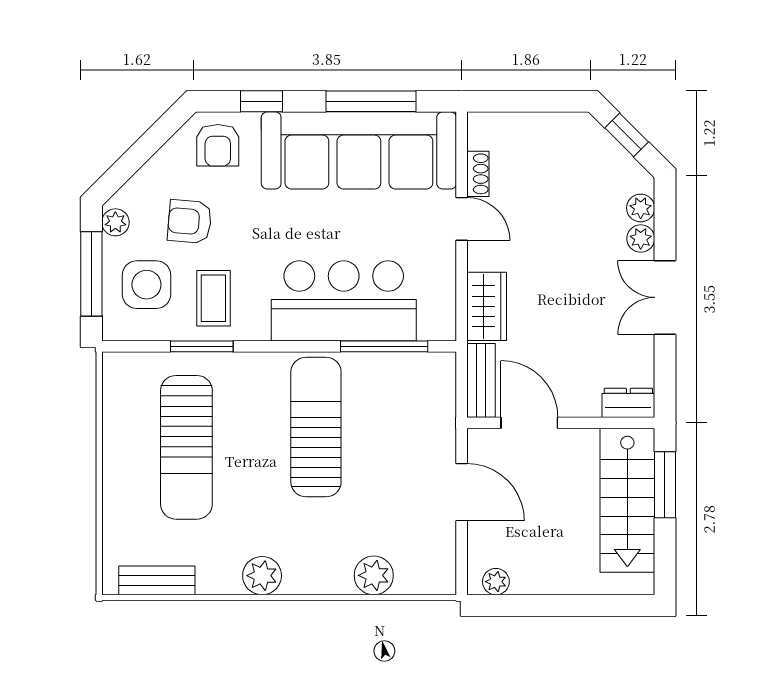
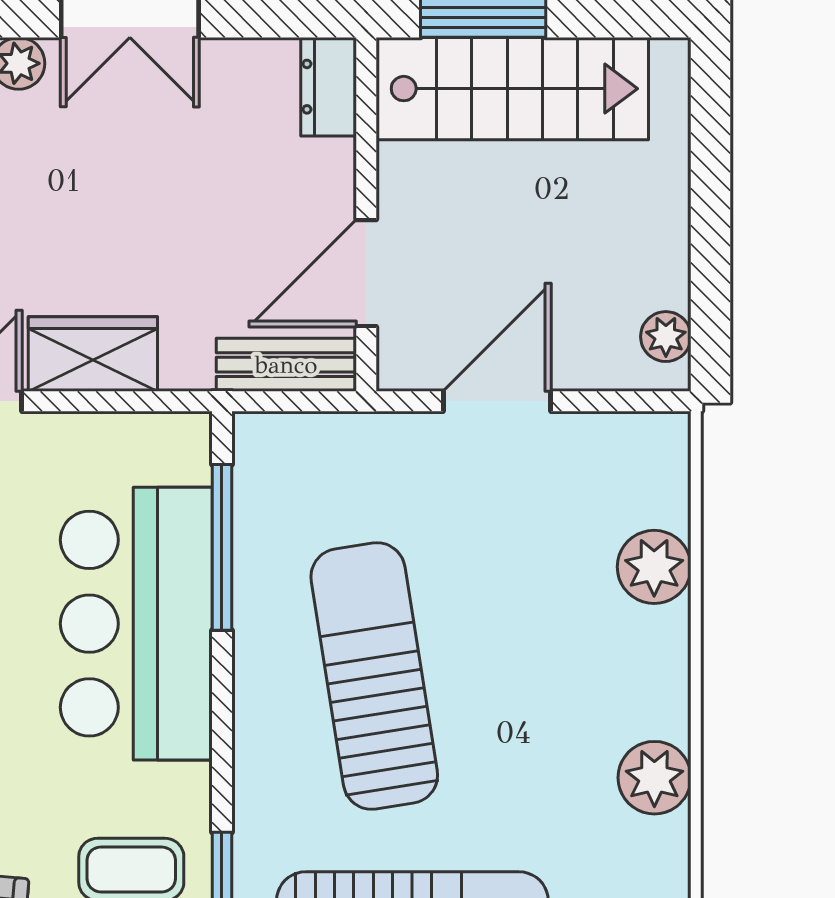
wardrobe: (487, 306) -> (93, 354), moved
sun lounger: (316, 427) -> (374, 676), turned 81

